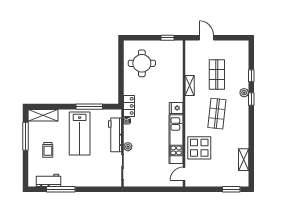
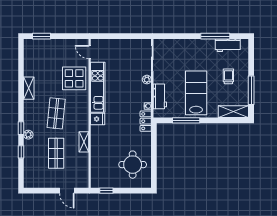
workbench: (115, 135) -> (160, 96), width x0.73
shelving: (244, 160) -> (29, 88), moved
door: (184, 174) -> (90, 52), swing flipped

